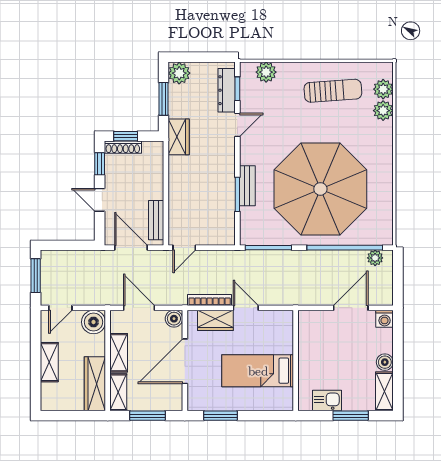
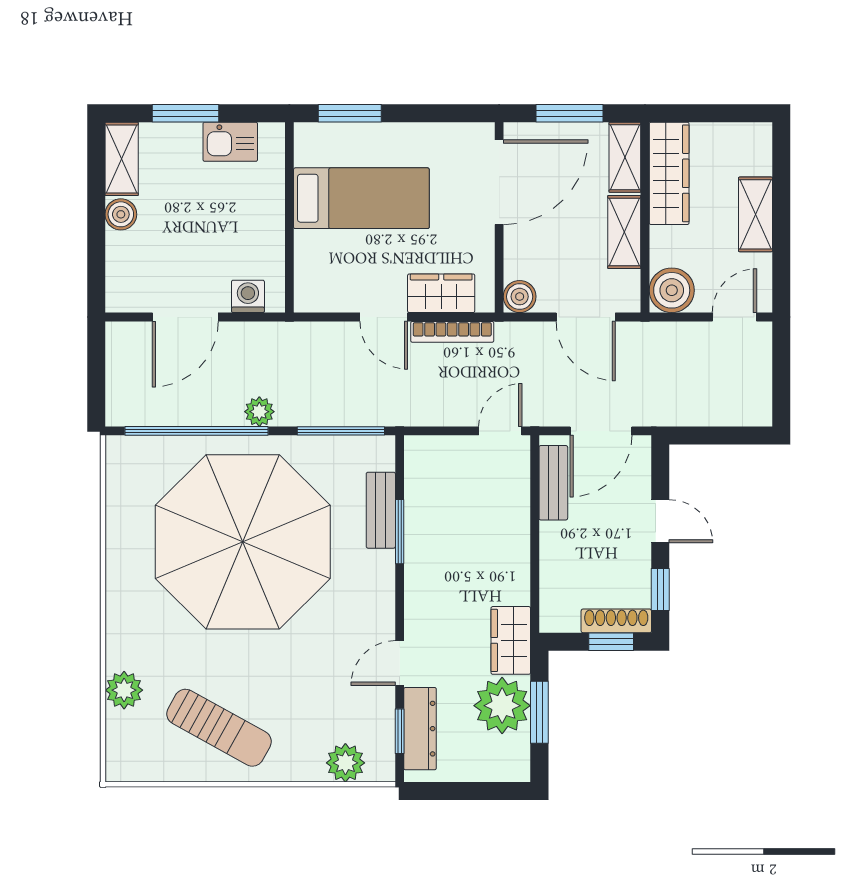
plant: (179, 73) -> (502, 706), moved, width x1.36, depth x1.36
plant: (383, 89) -> (124, 731), removed
sun lounger: (333, 91) -> (219, 728), turned -147
bench: (247, 186) -> (381, 510), moved
door: (131, 248) -> (601, 431), hinge flipped
plant: (375, 258) -> (259, 412), moved
window: (36, 276) -> (781, 378), removed
washing machine: (385, 319) -> (248, 296), moved
door: (185, 361) -> (499, 182), moved
window: (221, 416) -> (350, 113), moved

